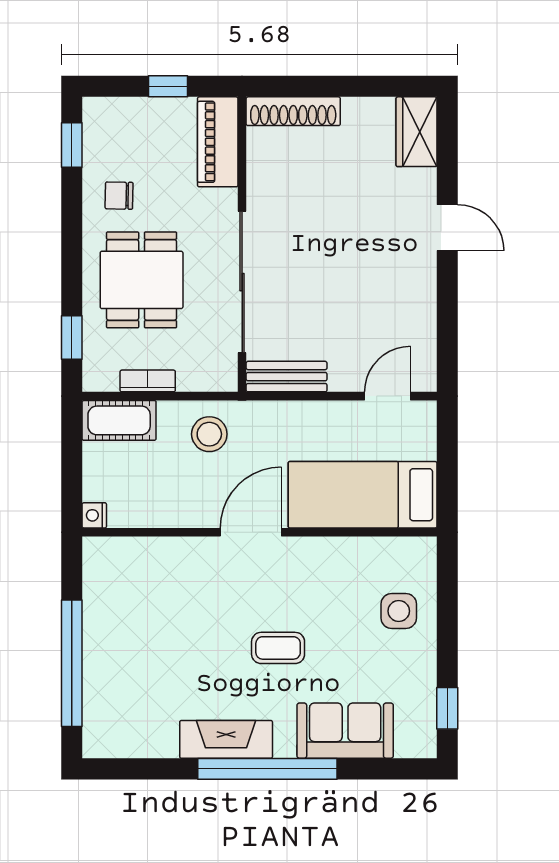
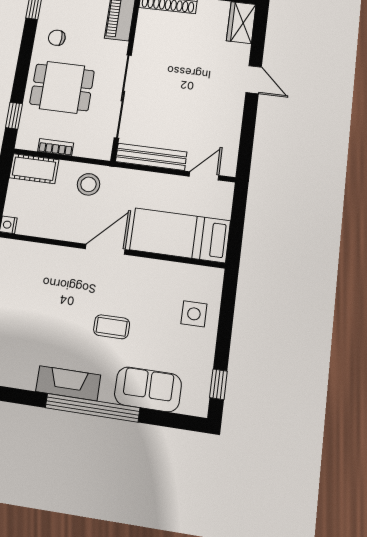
dining table: (142, 280) -> (62, 87), turned 90
bench: (287, 377) -> (151, 157), width x1.36

